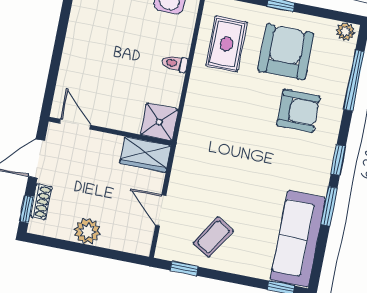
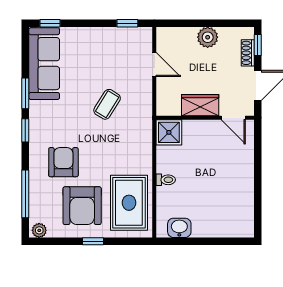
rug: (226, 44) -> (129, 203), width x1.36, depth x1.43
armchair: (298, 111) -> (63, 162), turned 90
wardrobe: (145, 154) -> (200, 105), moved
coffee table: (213, 237) -> (107, 104), moved

